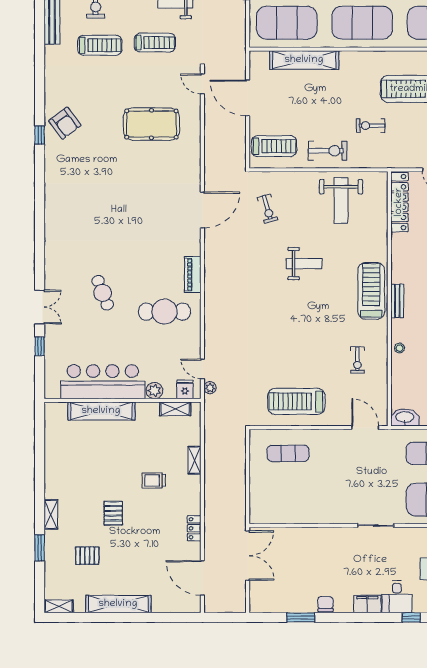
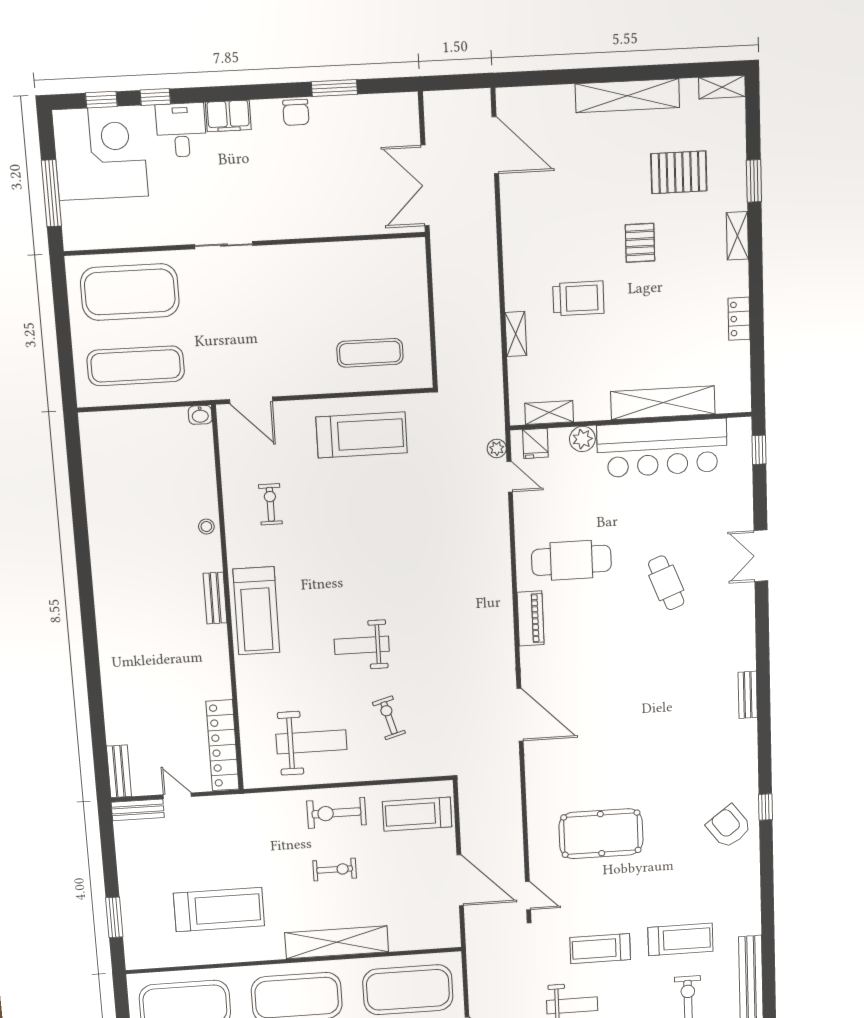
treadmill: (100, 45) -> (680, 939), turned 180
shelving: (304, 60) -> (337, 942), moved
exercise bike: (370, 126) -> (335, 869), moved
weight bench: (341, 201) -> (311, 742), turned 90
exercise bike: (267, 209) -> (389, 718), moved
door: (202, 210) -> (520, 715), swing flipped
bench: (50, 214) -> (748, 695), added
window: (40, 346) -> (759, 450), moved
washbasin: (405, 417) -> (200, 415), width x0.52, depth x0.69
trolley: (154, 480) -> (578, 298), width x1.36, depth x1.39
locker: (194, 528) -> (739, 319), moved, turned 180
pallet: (87, 556) -> (679, 172), width x1.50, depth x1.42

